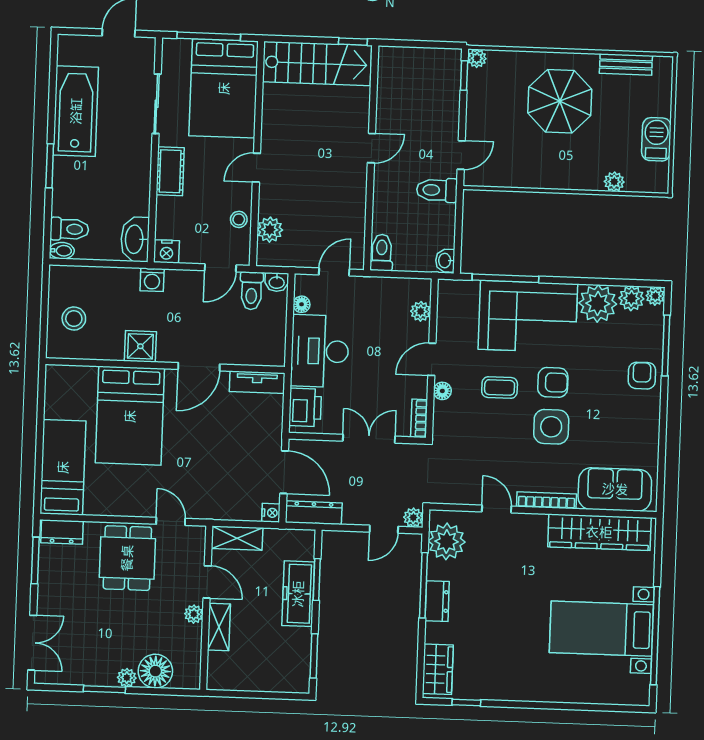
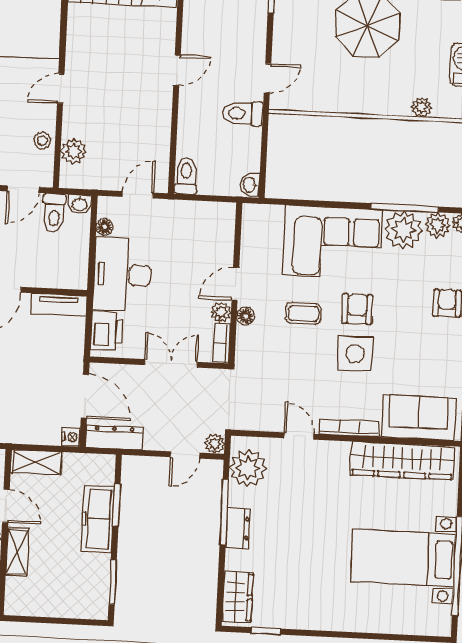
window: (505, 278) -> (405, 208), moved
plant: (421, 311) -> (221, 312), moved
armchair: (553, 382) -> (357, 309), turned -90

